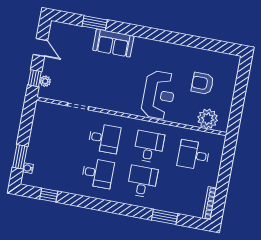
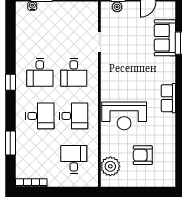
sofa: (113, 43) -> (165, 38), moved
row of seats: (149, 46) -> (168, 98), added
armchair: (202, 83) -> (143, 155), turned -90
window: (49, 195) -> (10, 82), moved

